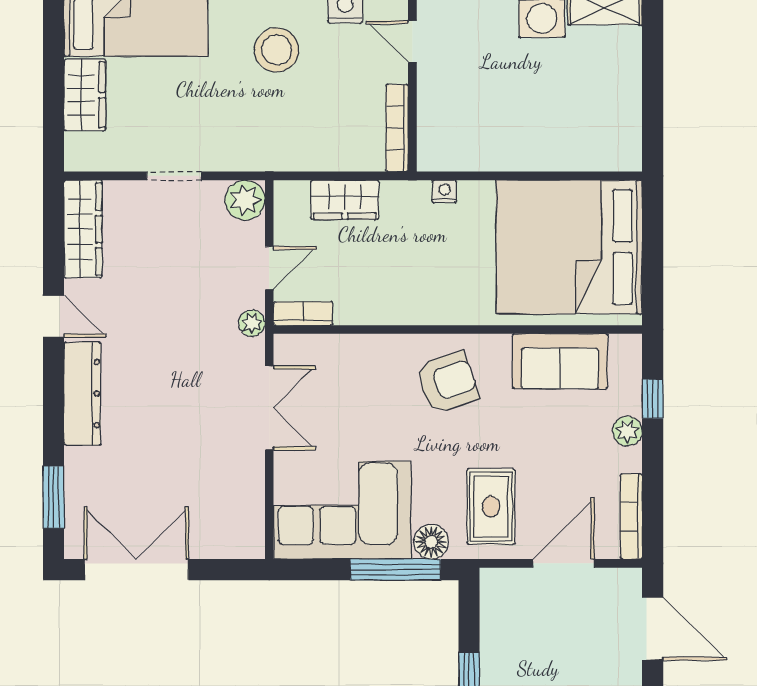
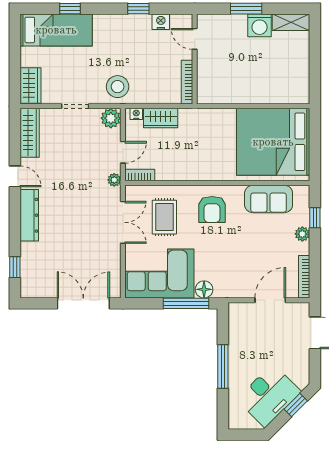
stool: (277, 50) -> (118, 87), moved
wardrobe: (85, 95) -> (30, 85), moved
nightstand: (444, 191) -> (136, 114), moved
armchair: (447, 382) -> (212, 209), turned 109
window: (54, 497) -> (15, 267), width x0.67
rug: (491, 507) -> (164, 217), moved
double door: (136, 570) -> (83, 303), moved

